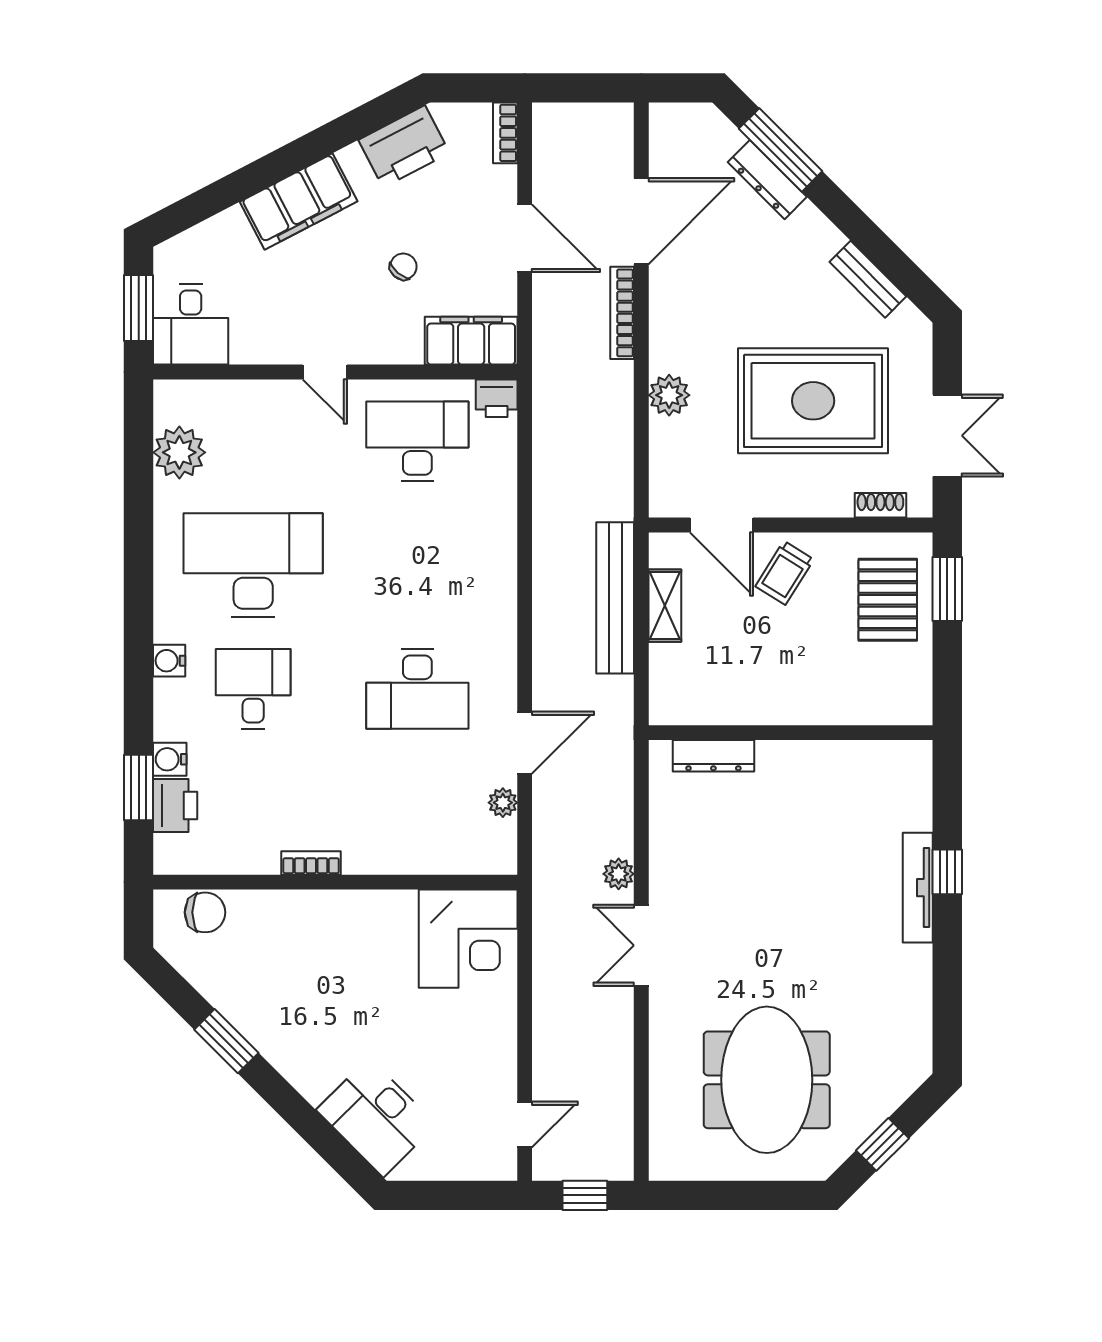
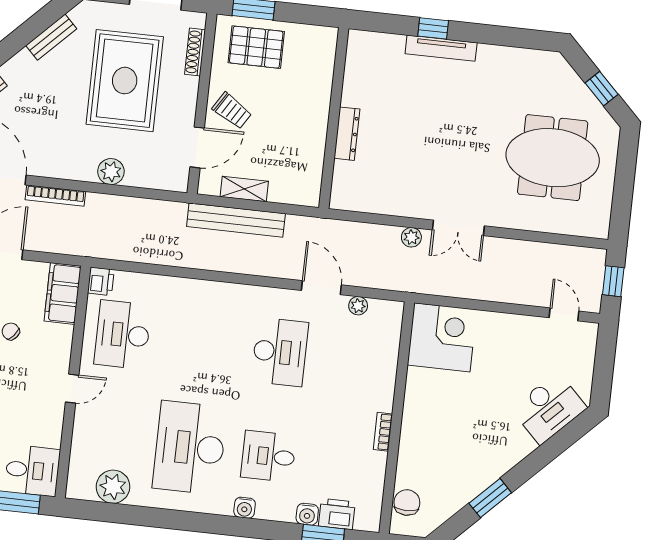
shoe rack: (880, 505) -> (195, 52), width x1.43
dresser: (713, 756) -> (347, 134), moved

